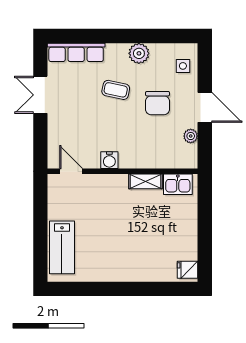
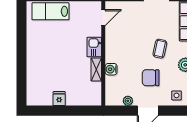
water cooler: (109, 160) -> (111, 69), moved
kitchen sink: (178, 184) -> (94, 47), moved
fridge: (188, 270) -> (59, 99), moved

